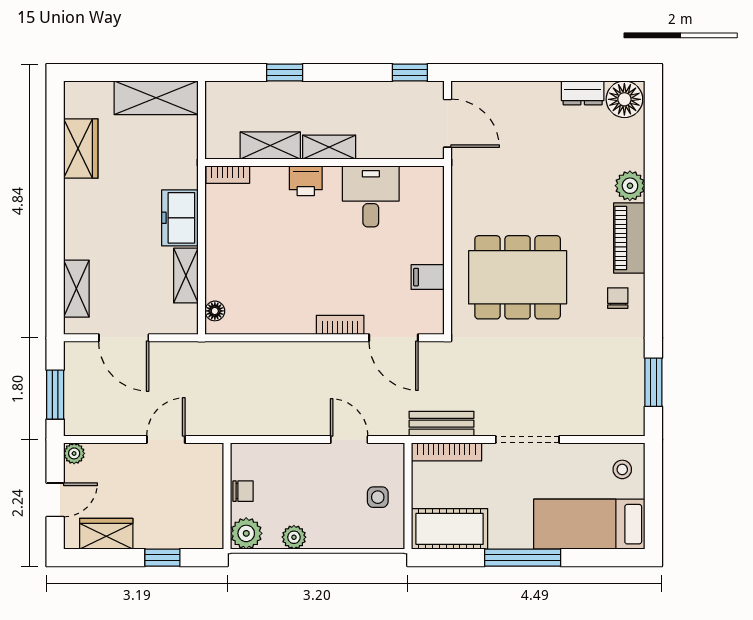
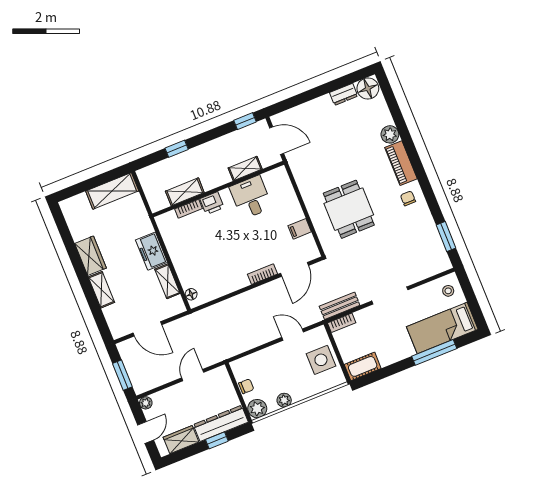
shelving: (329, 147) -> (245, 168), moved
wardrobe: (81, 148) -> (91, 256), moved
bookcase: (228, 175) -> (188, 209), moved
dining table: (518, 277) -> (349, 209), width x0.73
shelving: (76, 289) -> (101, 290), moved
door: (394, 338) -> (294, 269), hinge flipped
bookcase: (447, 452) -> (342, 323), width x0.64
side table: (378, 497) -> (321, 360), width x1.87, depth x1.87
cot: (450, 529) -> (363, 366), width x0.73, depth x0.75
dresser: (179, 533) -> (221, 423), added
window: (523, 558) -> (434, 352), moved

